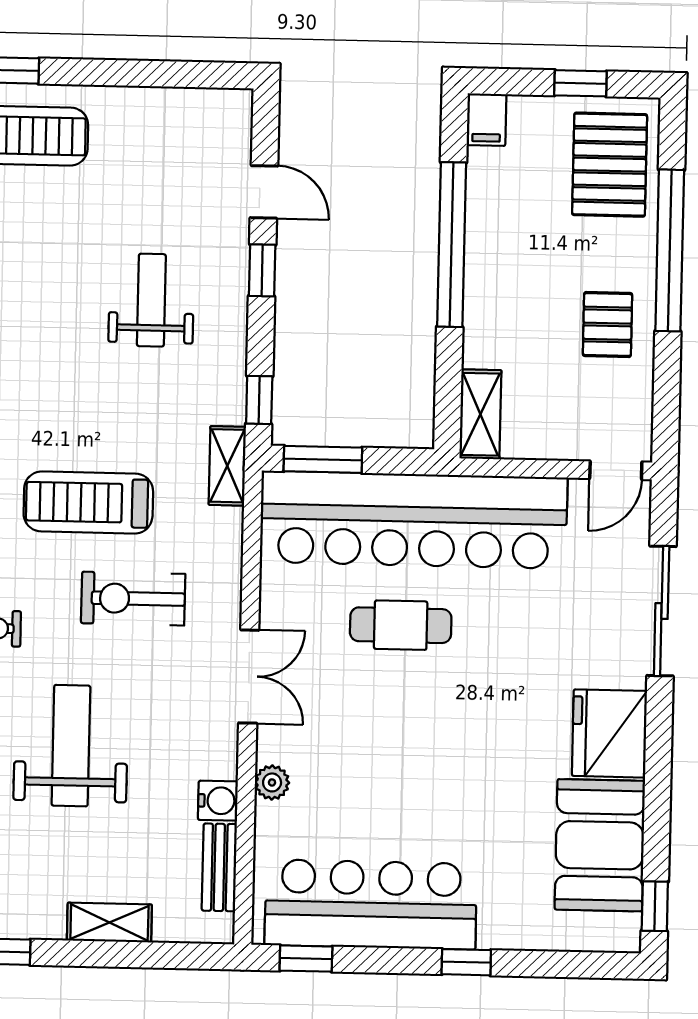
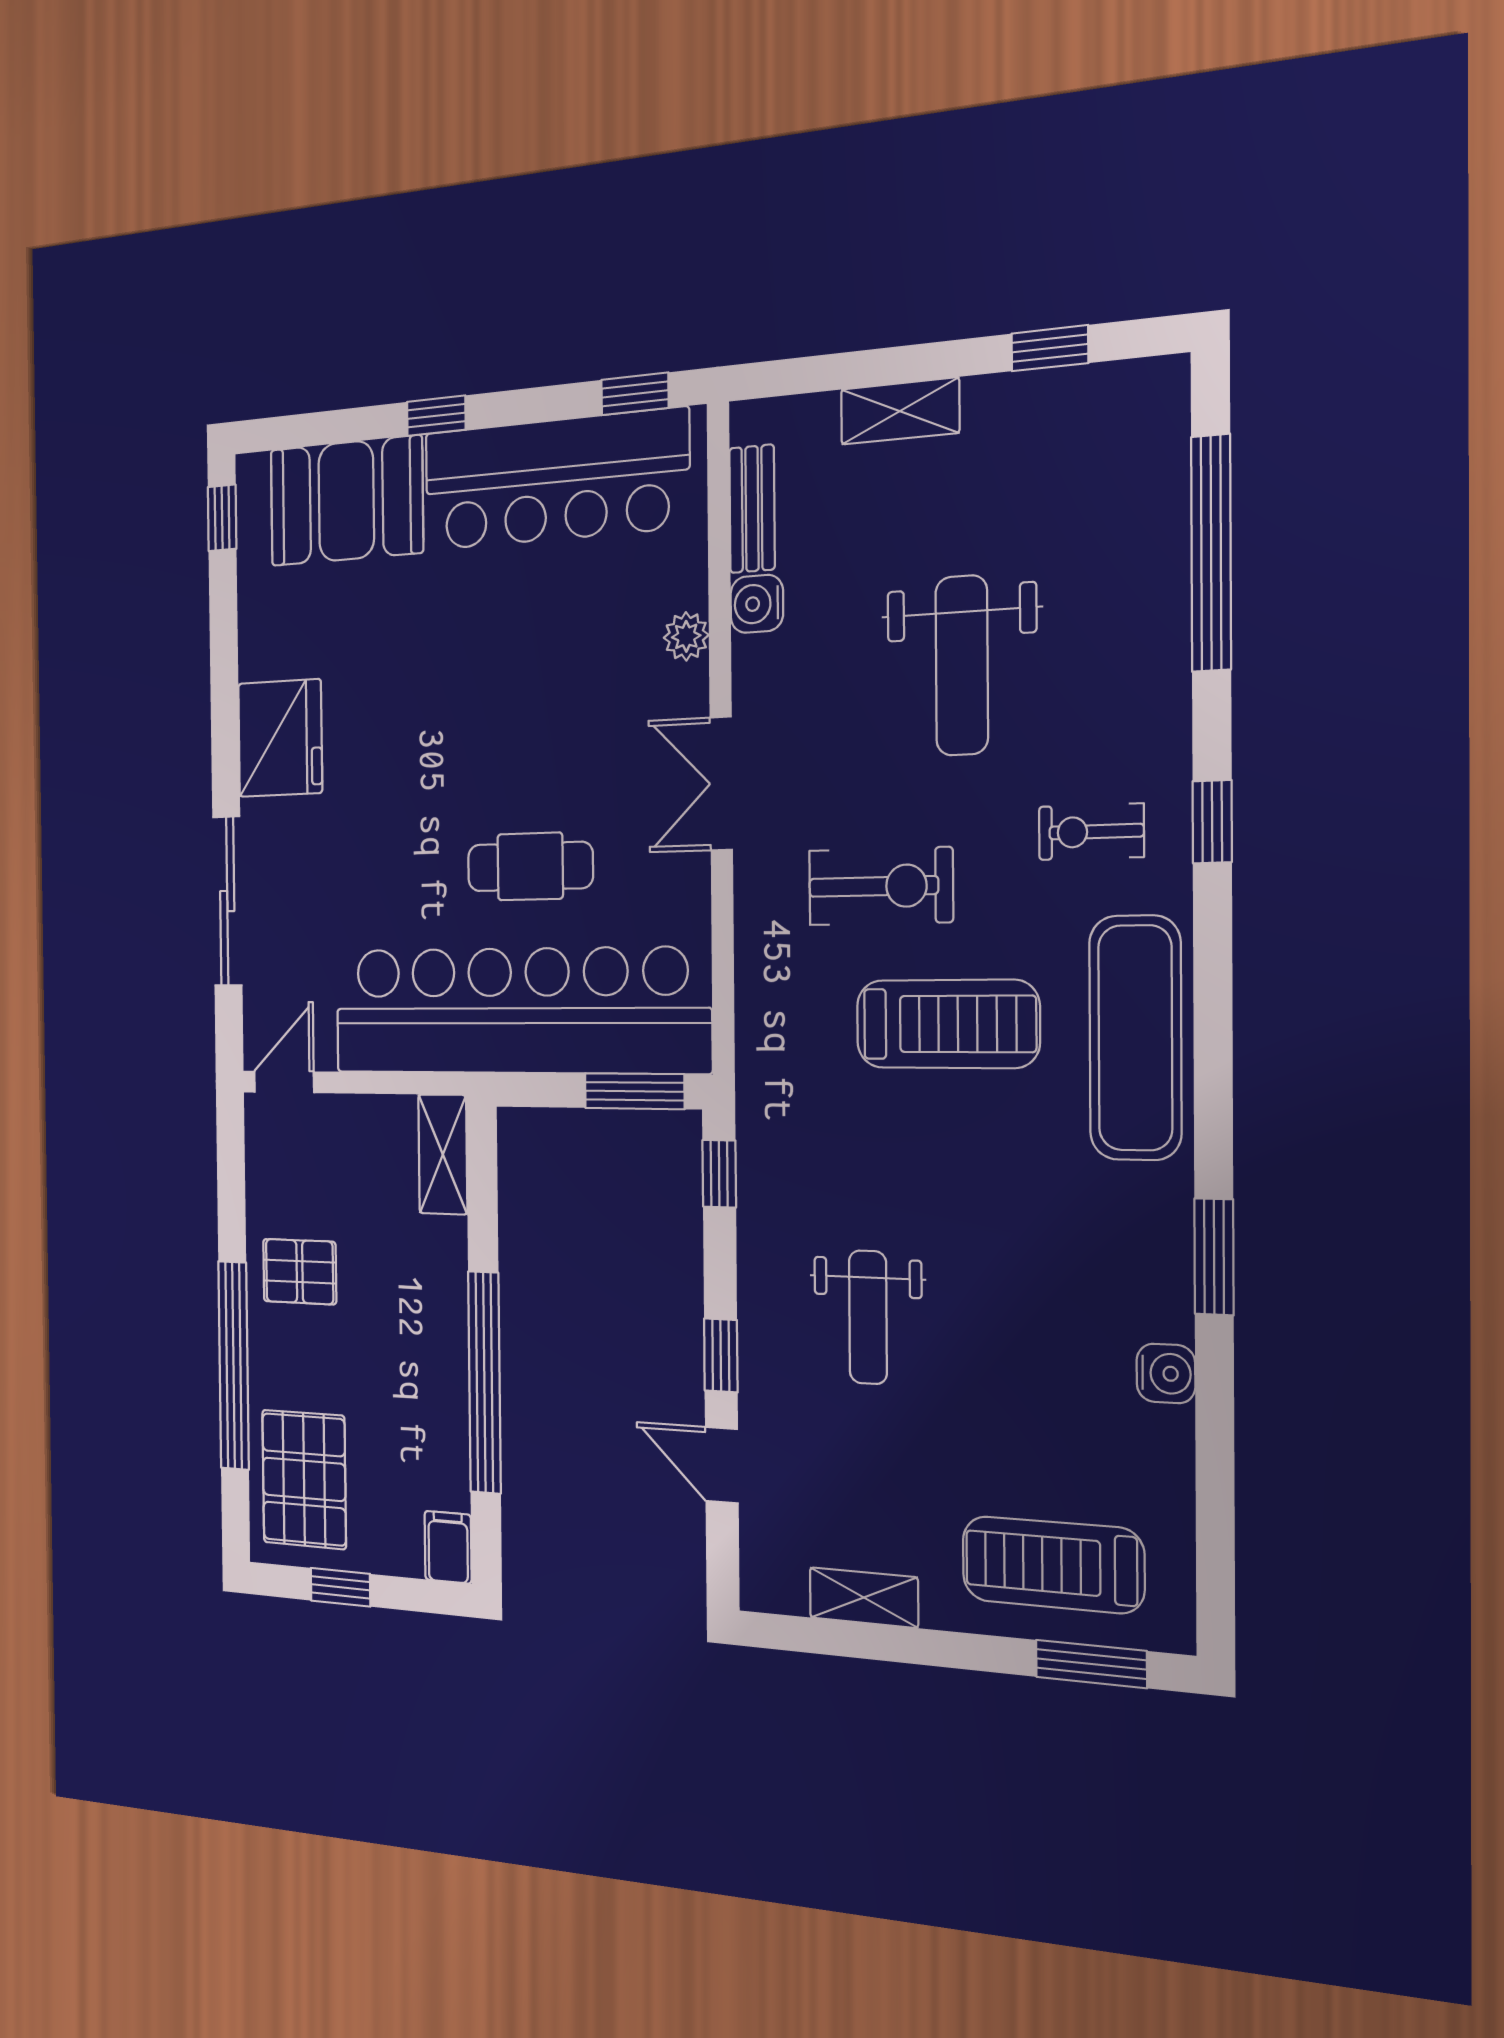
pallet: (607, 325) -> (300, 1272), turned 90
shelving: (227, 466) -> (864, 1598), moved, turned 90
booth: (600, 845) -> (346, 501), moved, turned 90

